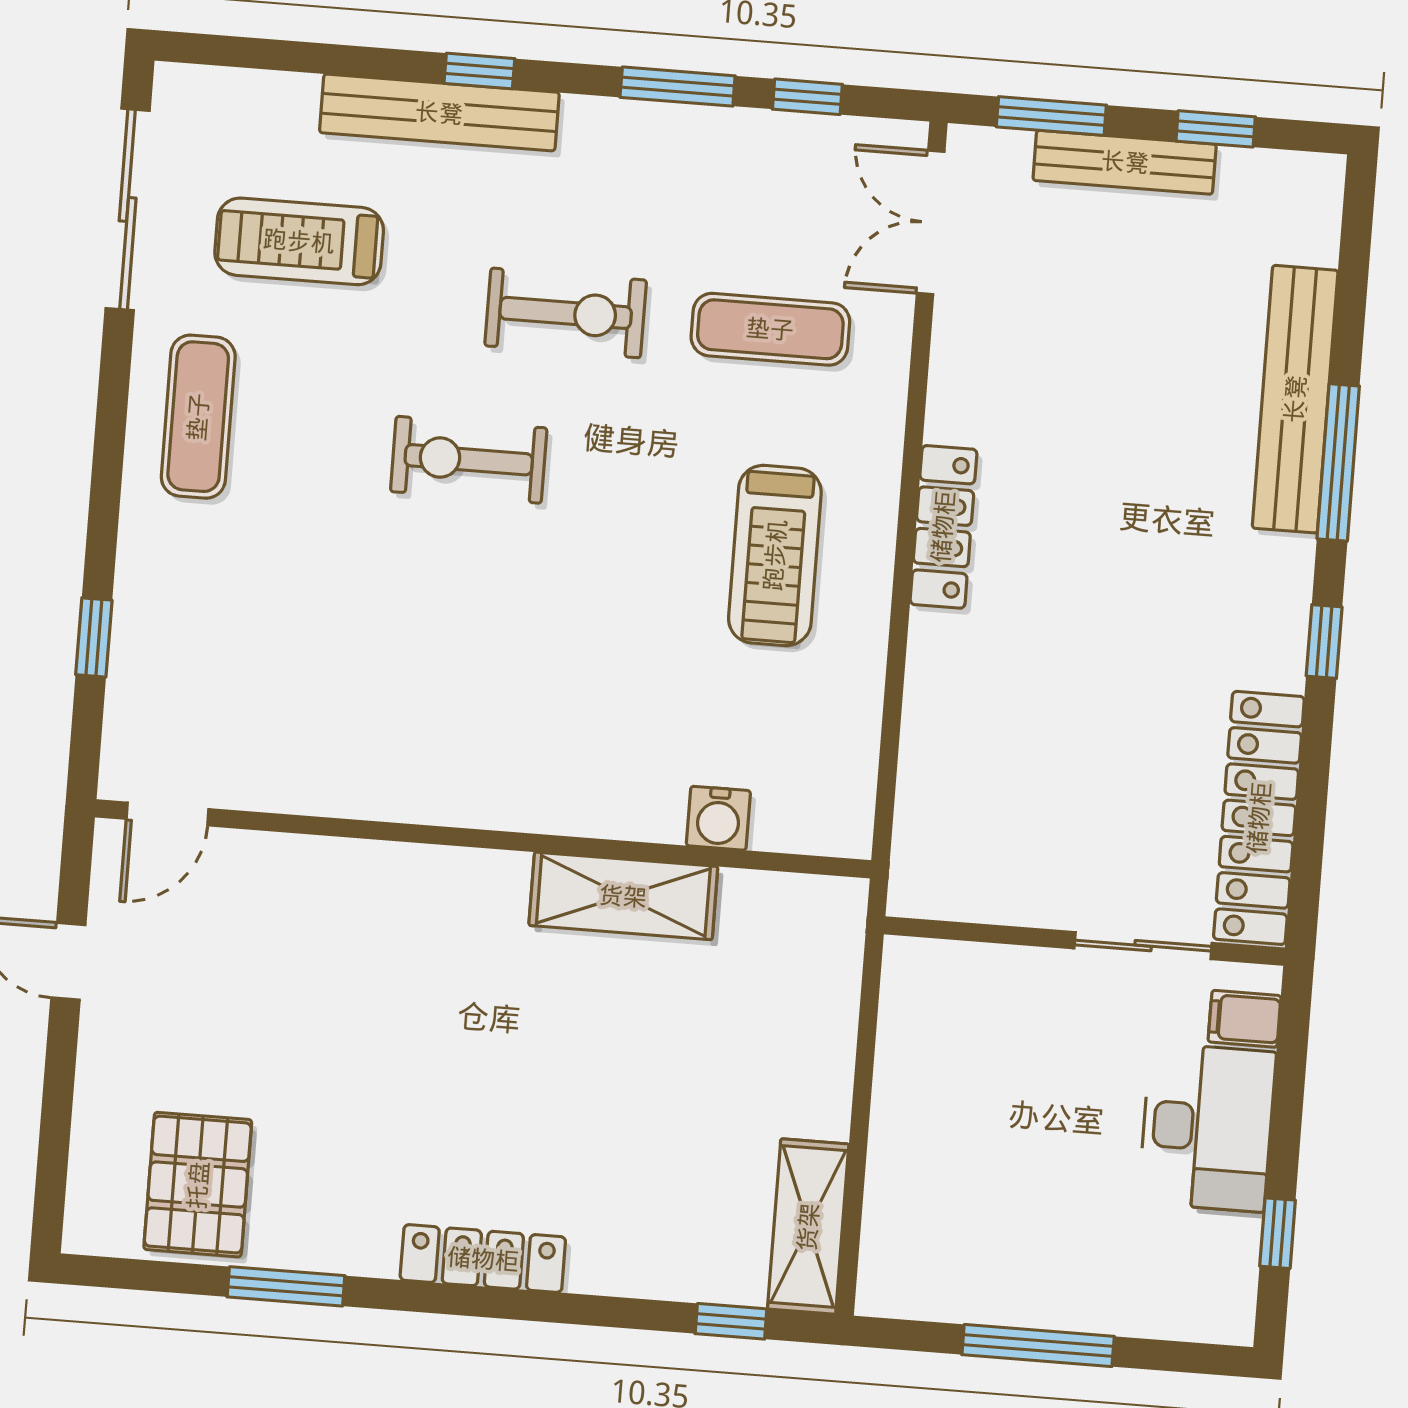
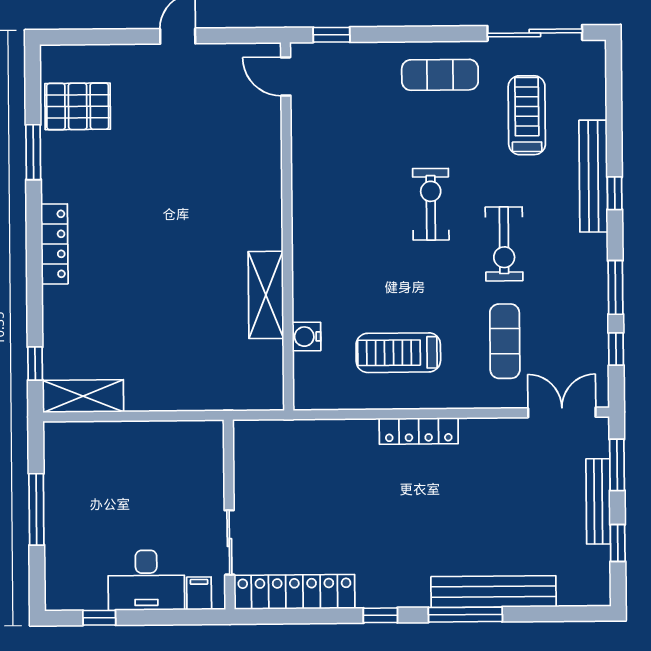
door: (167, 814) -> (286, 76), moved
water cooler: (718, 818) -> (307, 337), moved
wall: (483, 839) -> (287, 226), moved
shelving: (623, 896) -> (266, 295), moved

